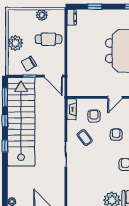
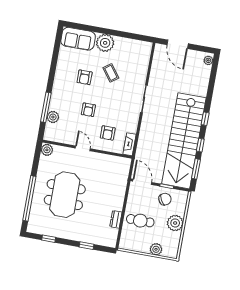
plant: (42, 15) -> (156, 249), moved
dresser: (72, 17) -> (116, 219), moved
door: (115, 97) -> (83, 148), hinge flipped
coffee table: (85, 138) -> (111, 73), moved

